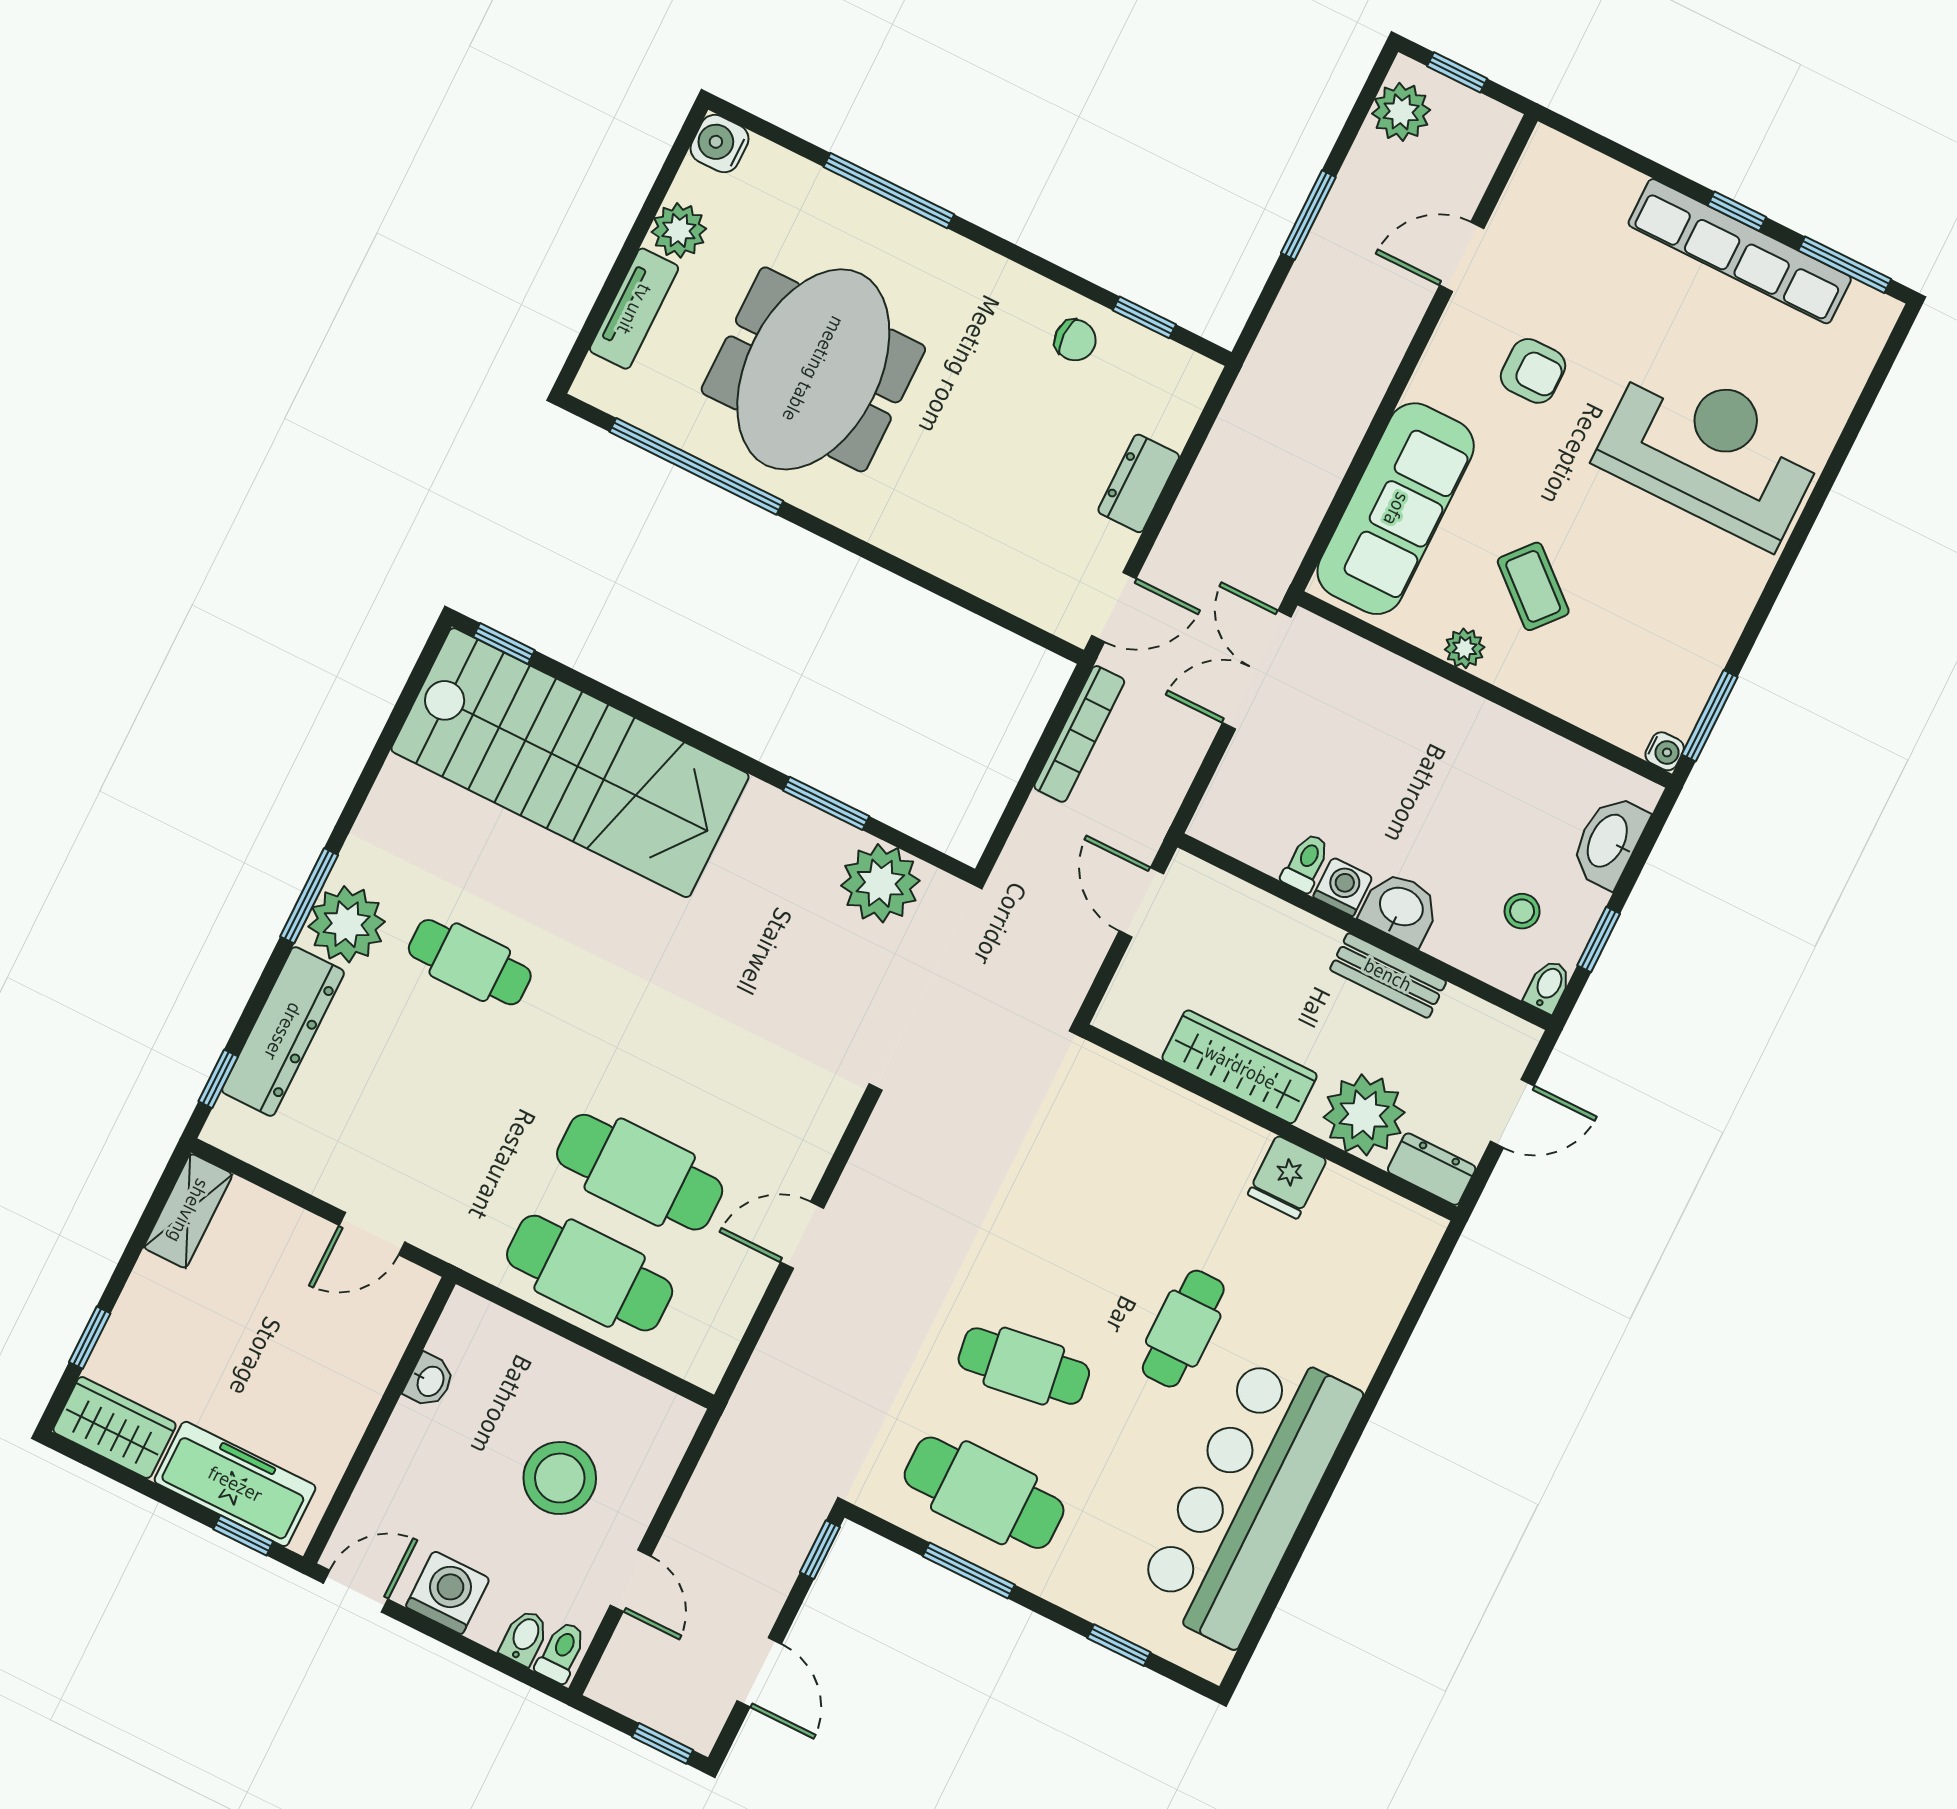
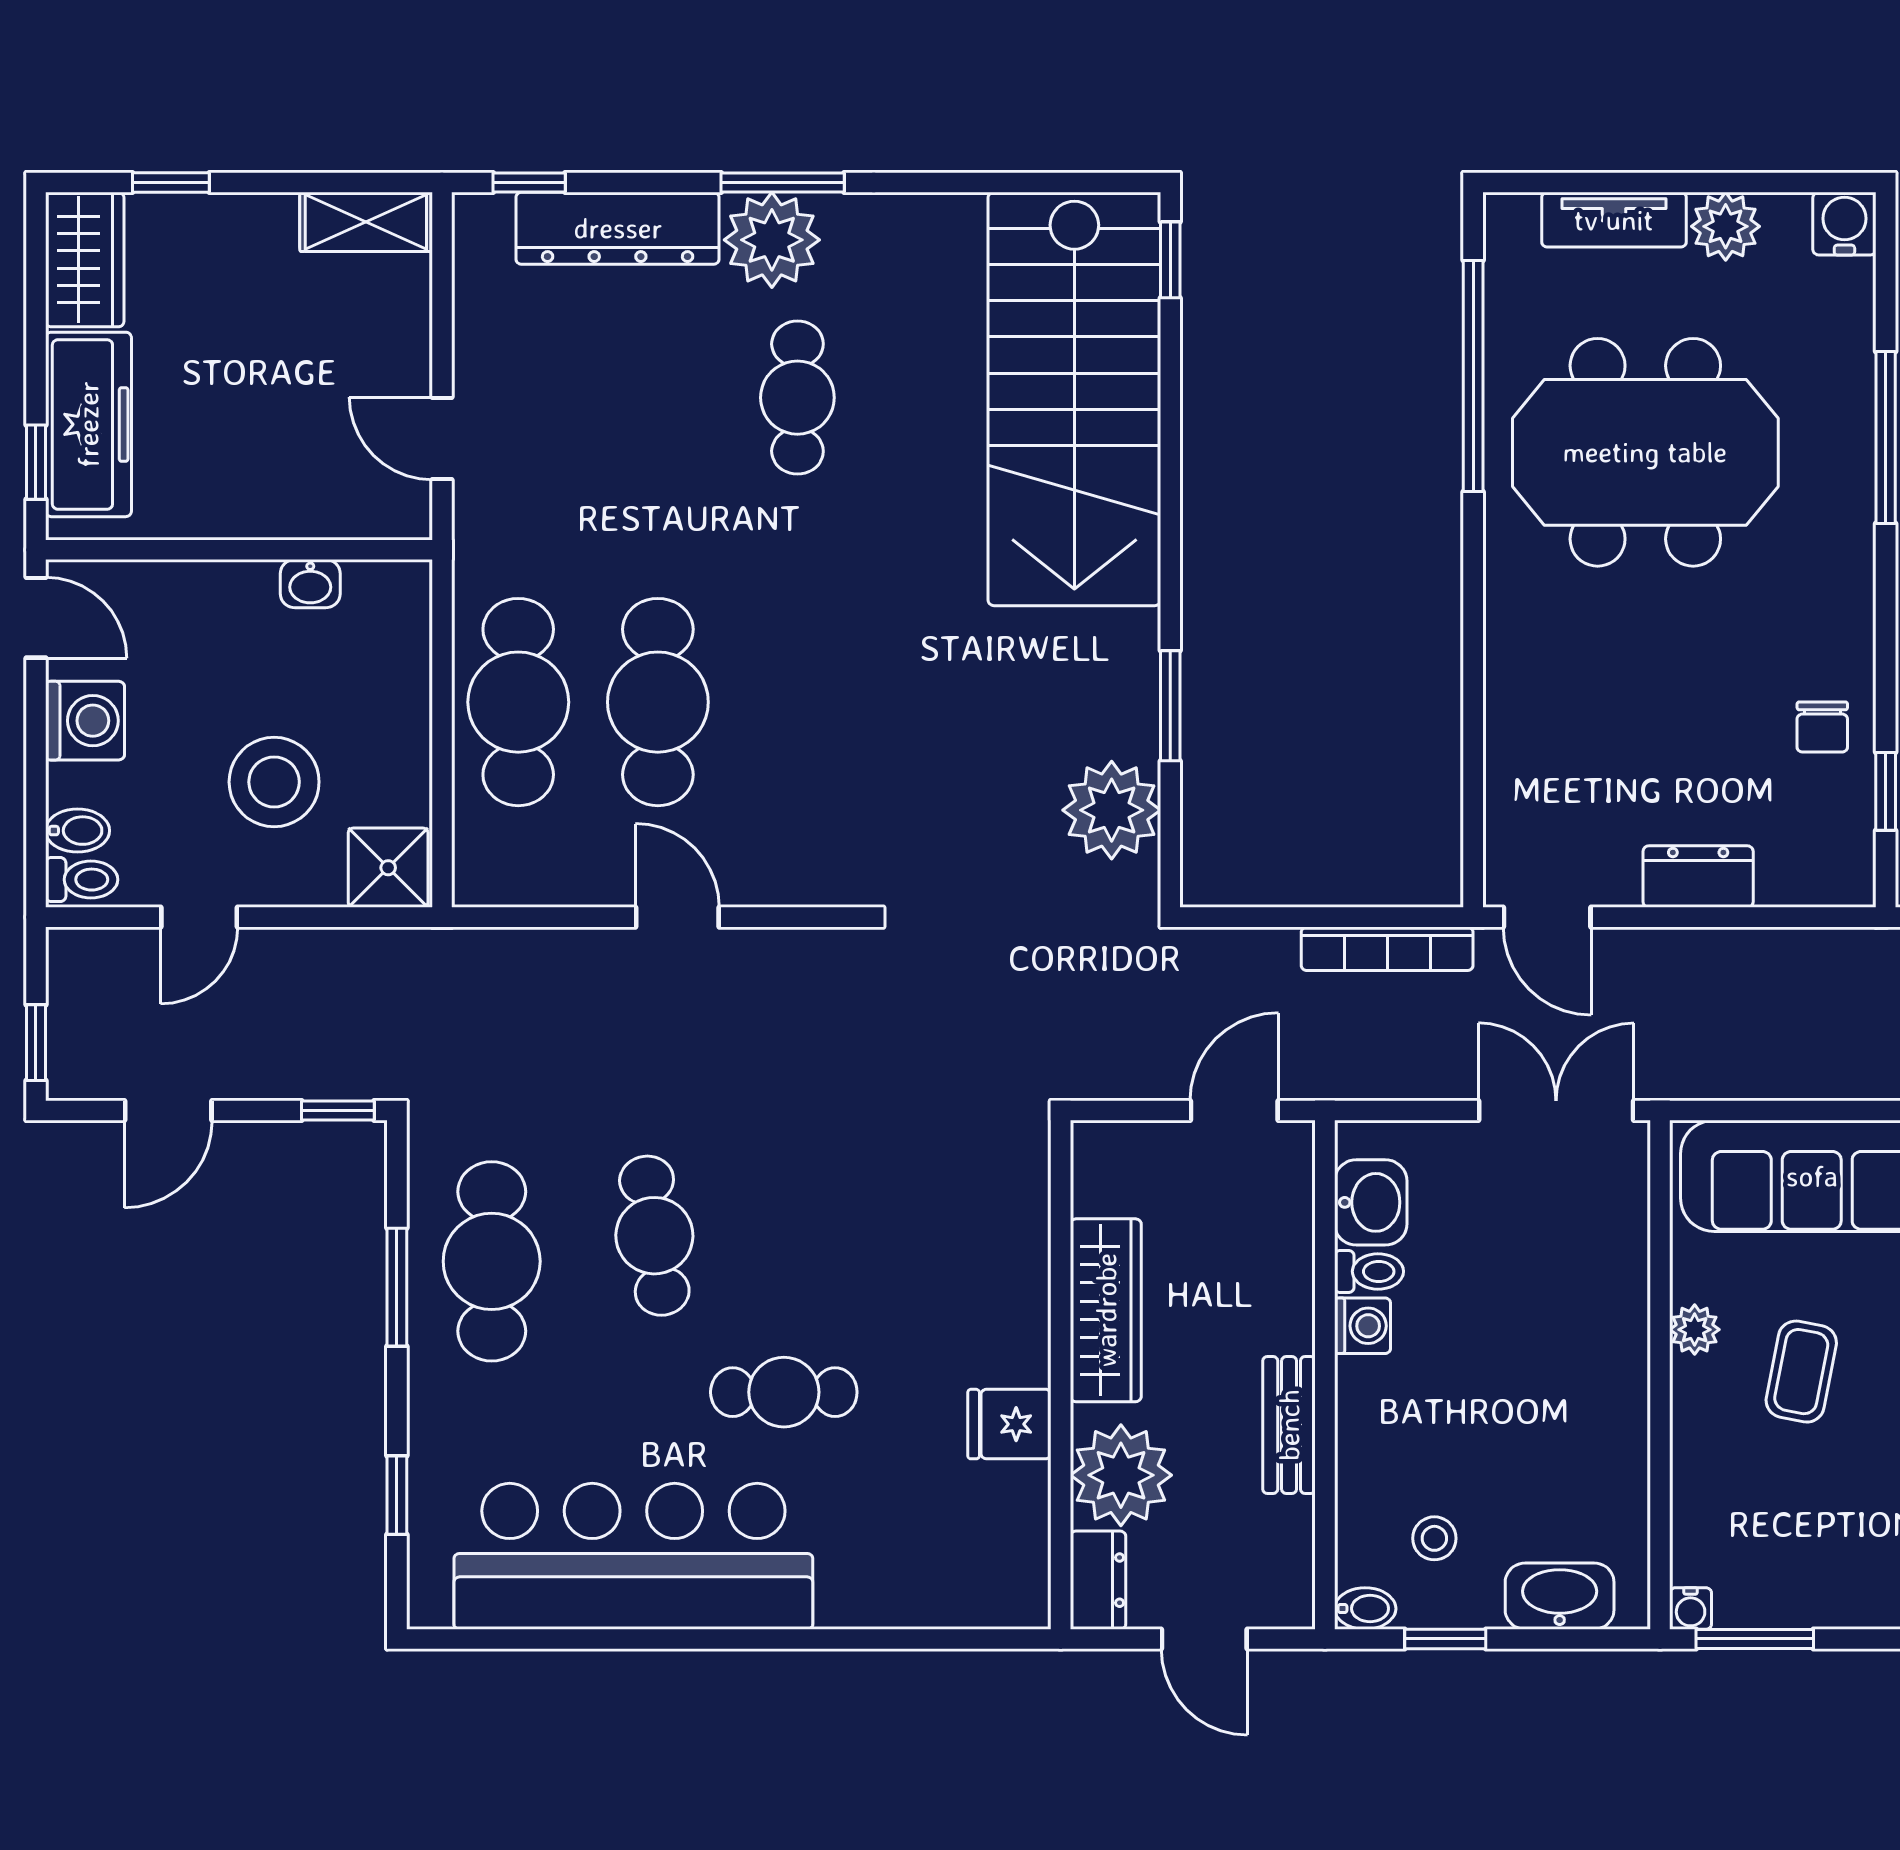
coffee table: (1533, 586) -> (1801, 1372), turned -30
washbasin: (1401, 908) -> (1371, 1202), moved
shower: (663, 1426) -> (388, 868), added

